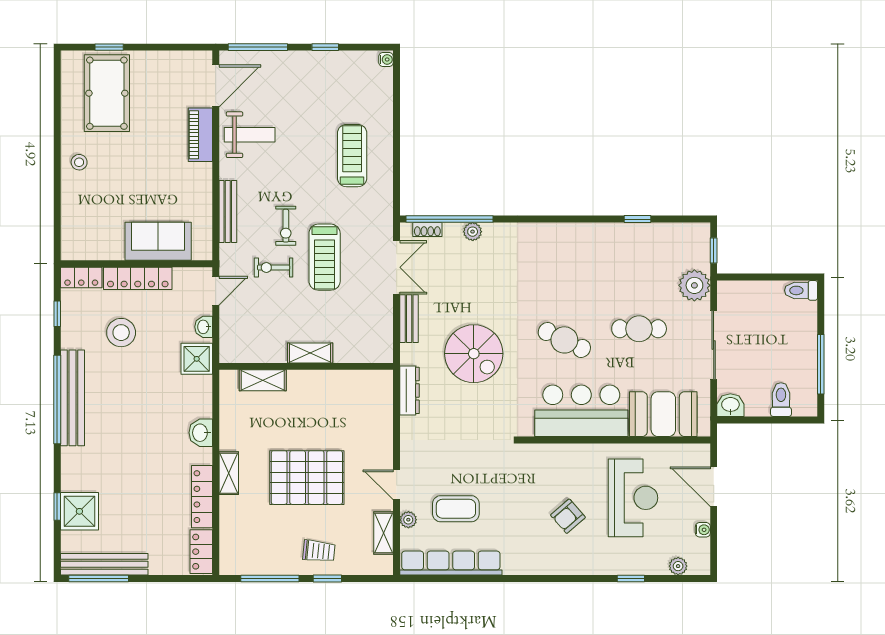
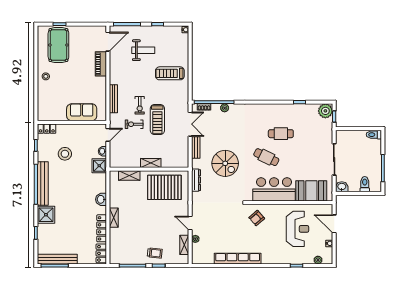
weight bench: (250, 135) -> (143, 50), moved
treadmill: (352, 156) -> (170, 73), turned -90
locker: (138, 278) -> (72, 129), removed
plant: (694, 285) -> (325, 111), moved
cafe table: (639, 329) -> (281, 134), moved
pallet: (307, 478) -> (164, 187), moved
coffee table: (456, 509) -> (217, 234), removed
shower: (79, 511) -> (46, 215), moved
armchair: (568, 516) -> (257, 218), moved
row of seats: (451, 563) -> (238, 259), moved

